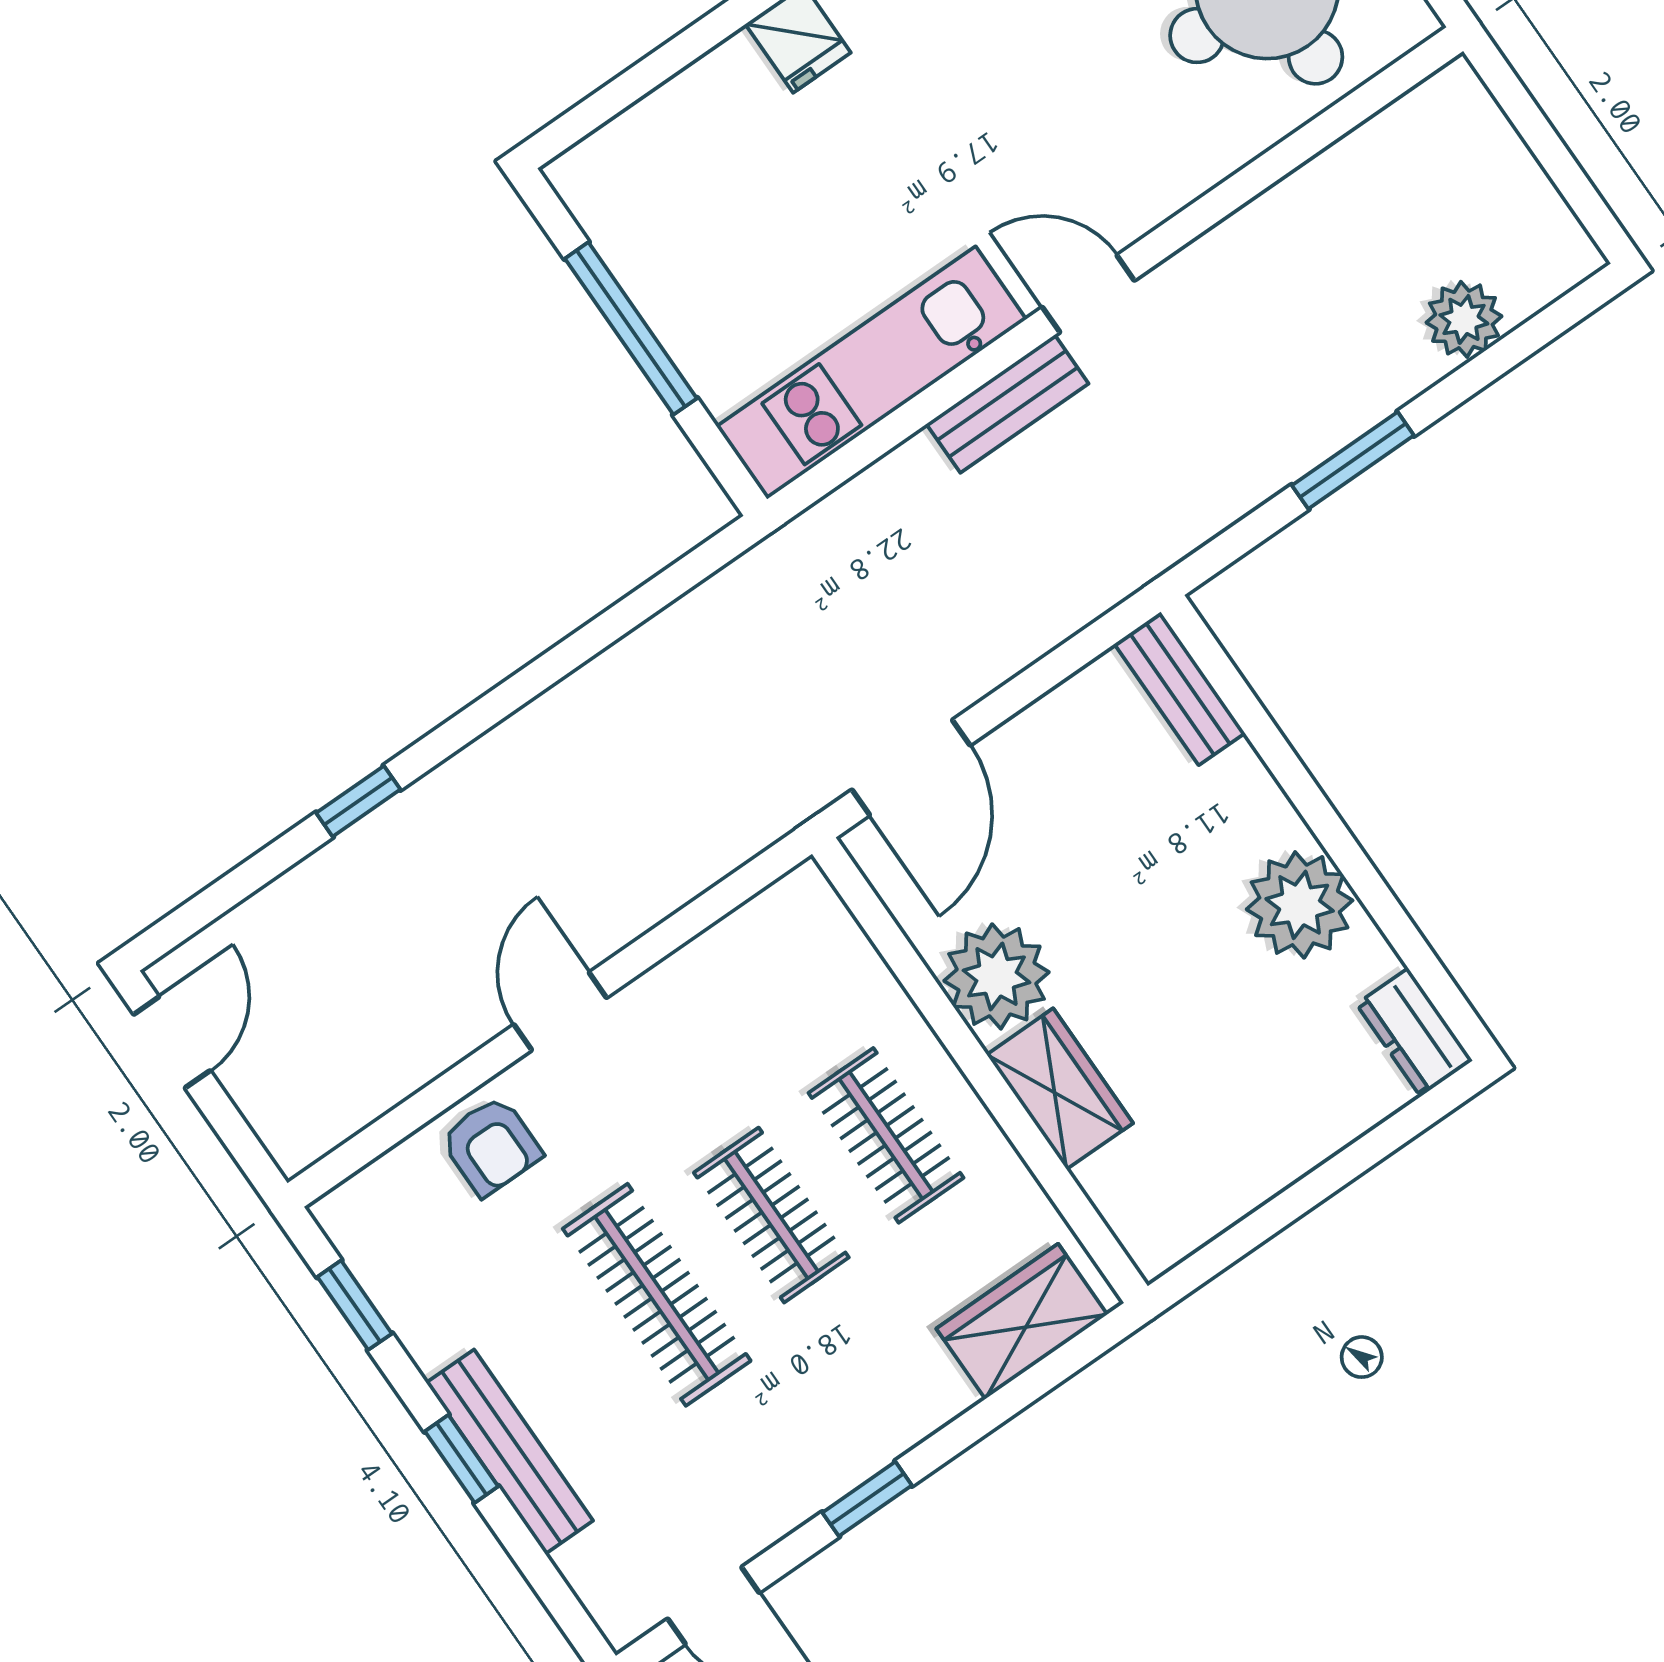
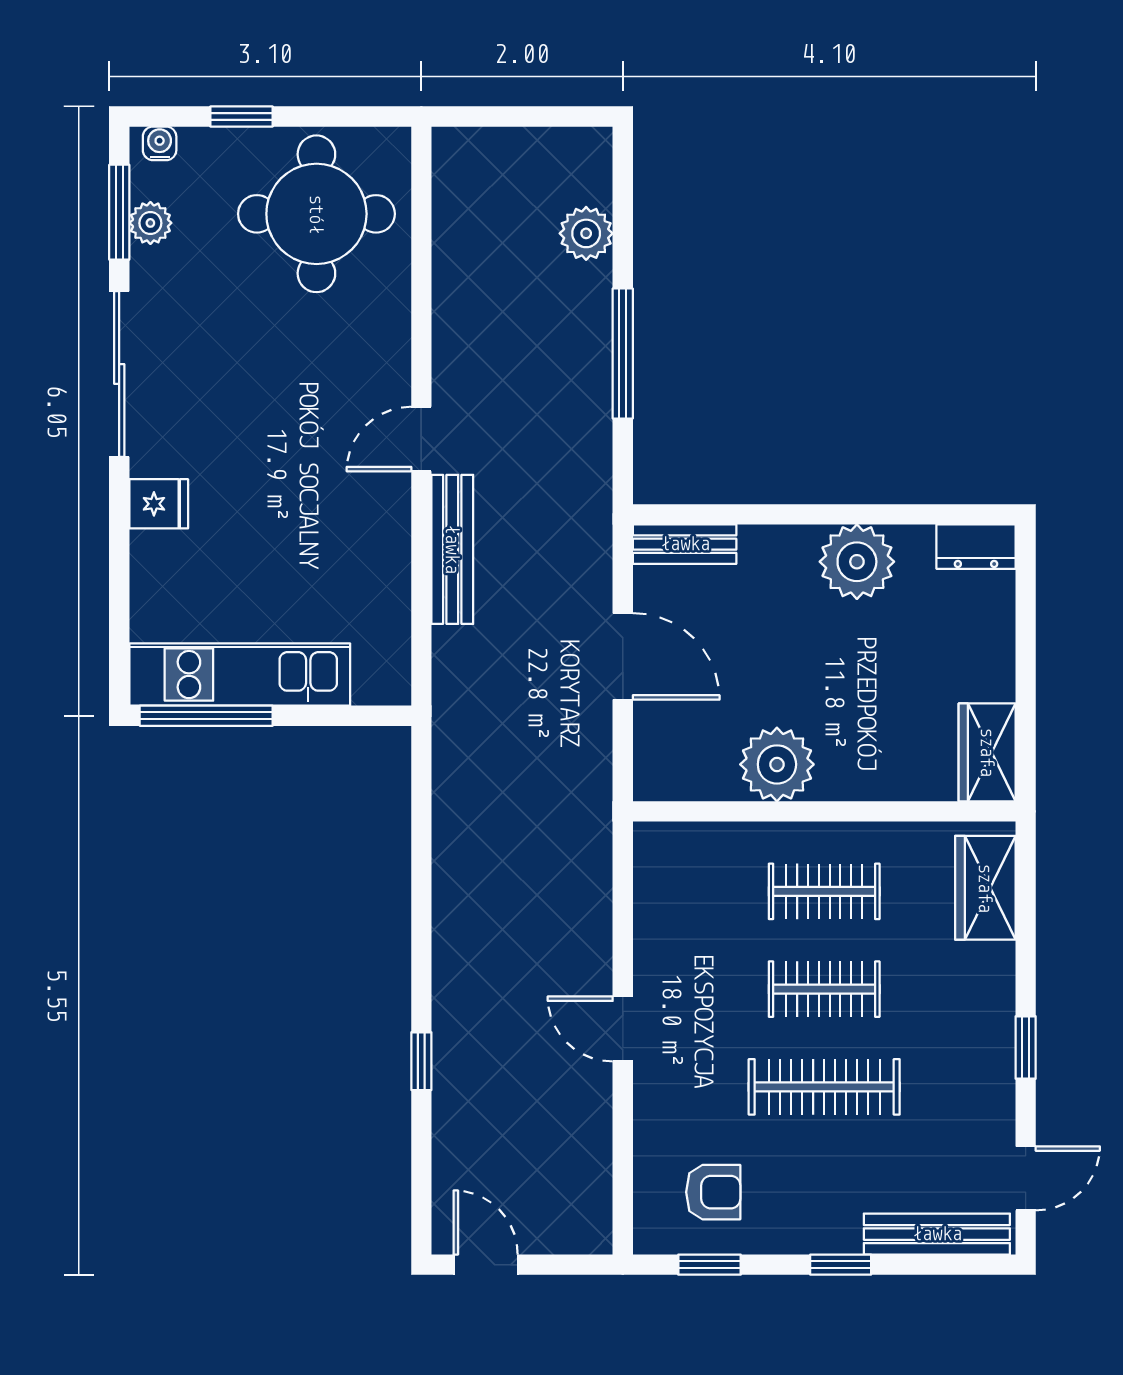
window: (631, 328) -> (206, 716), moved
kitchen unit: (871, 373) -> (240, 675), moved, turned 90
bench: (1007, 404) -> (452, 549), width x1.36
window: (1353, 460) -> (623, 354), width x1.44
door: (911, 767) -> (623, 656), moved
wardrobe: (1060, 1089) -> (987, 752), moved, turned -90
armchair: (491, 1146) -> (713, 1192), moved
bench: (510, 1452) -> (937, 1234), moved

